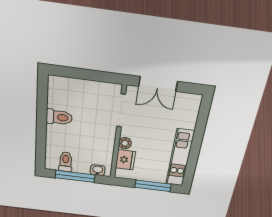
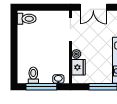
toilet: (59, 117) -> (27, 19), moved

